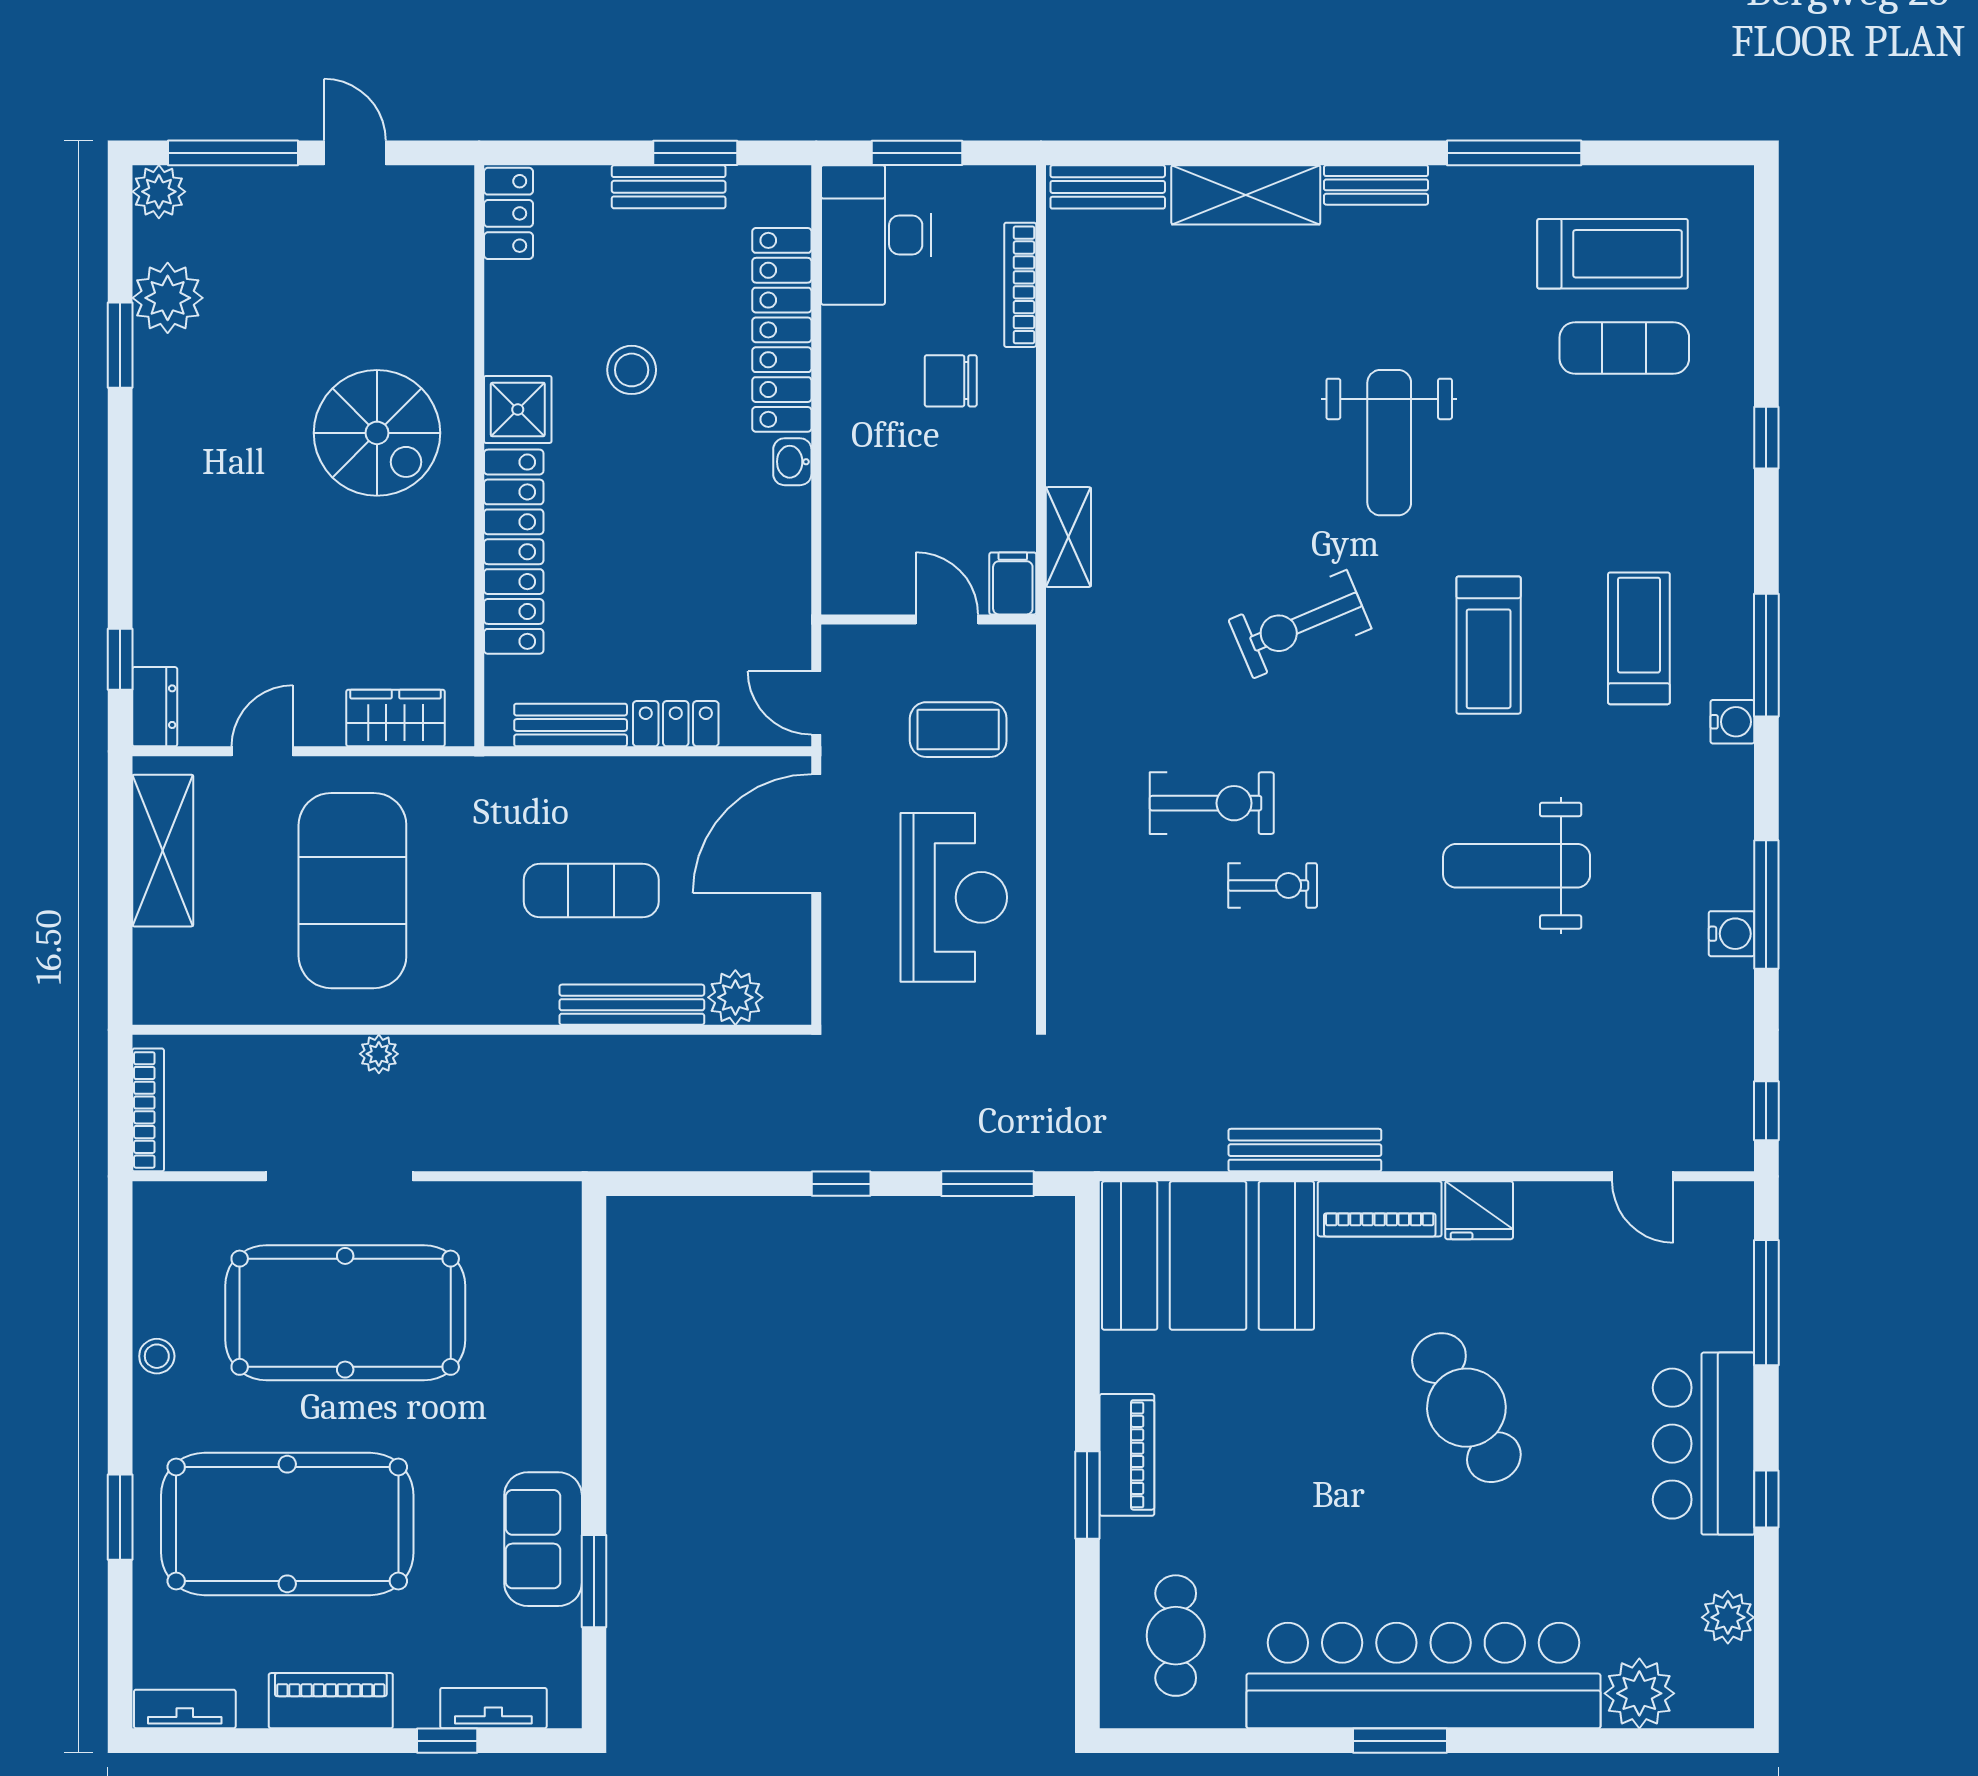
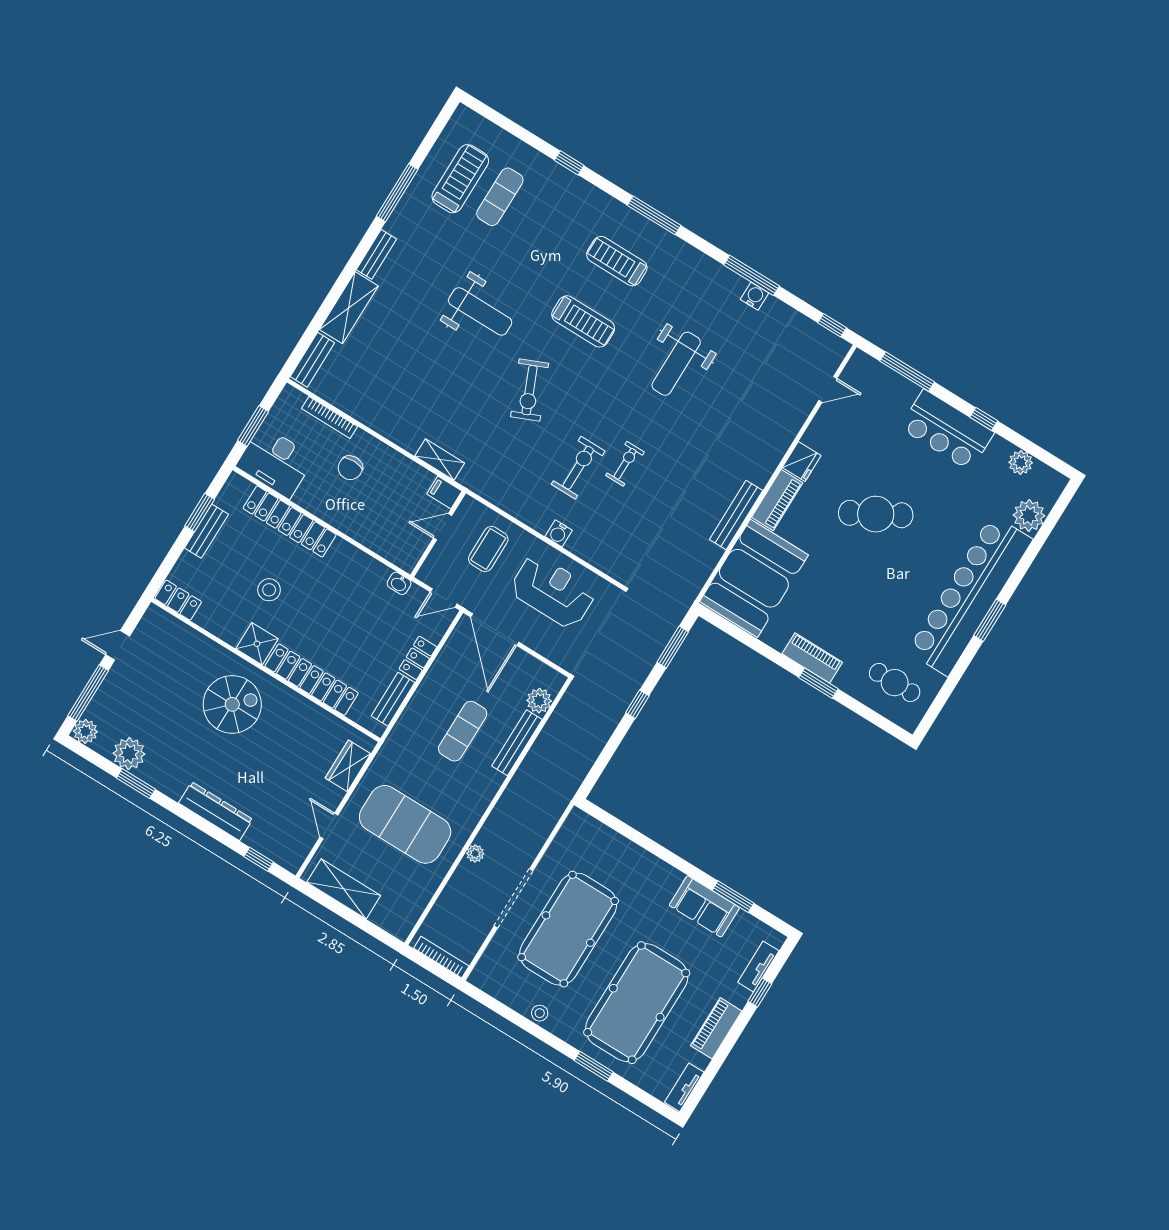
washbasin: (792, 462) -> (399, 583), moved
dresser: (155, 707) -> (216, 811), moved, width x1.96, depth x1.24
water cooler: (1732, 722) -> (559, 533), moved, turned 180

